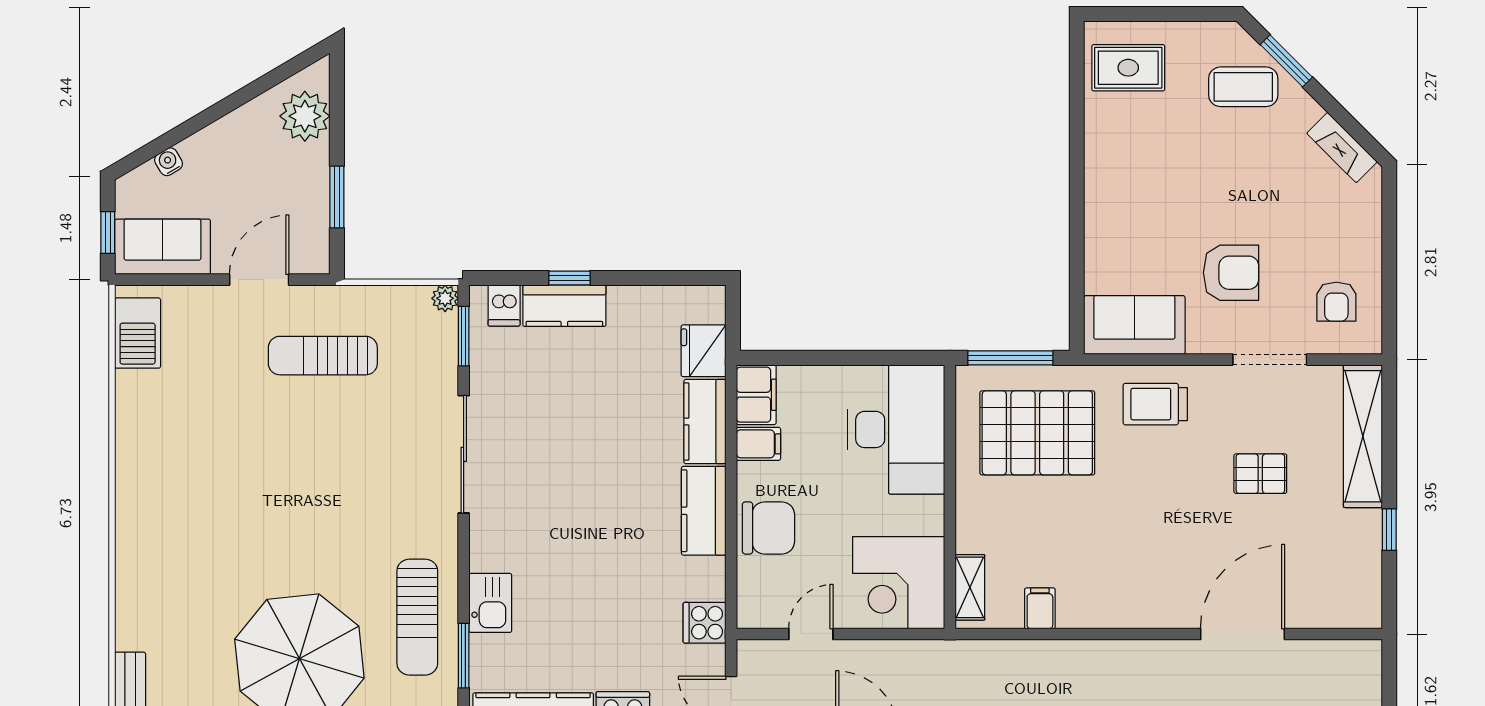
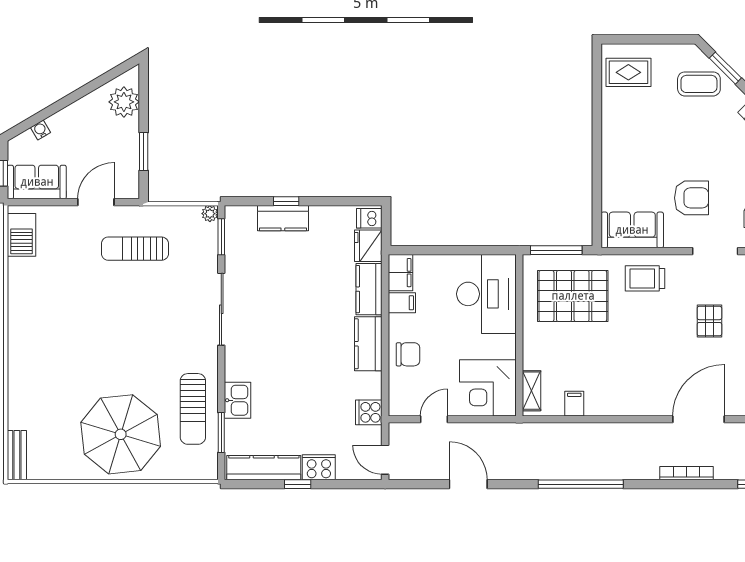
dishwasher: (504, 306) -> (369, 218), moved, turned 90
pallet: (1260, 474) -> (709, 321), turned 90
chair: (768, 528) -> (408, 354), width x0.73, depth x0.73

